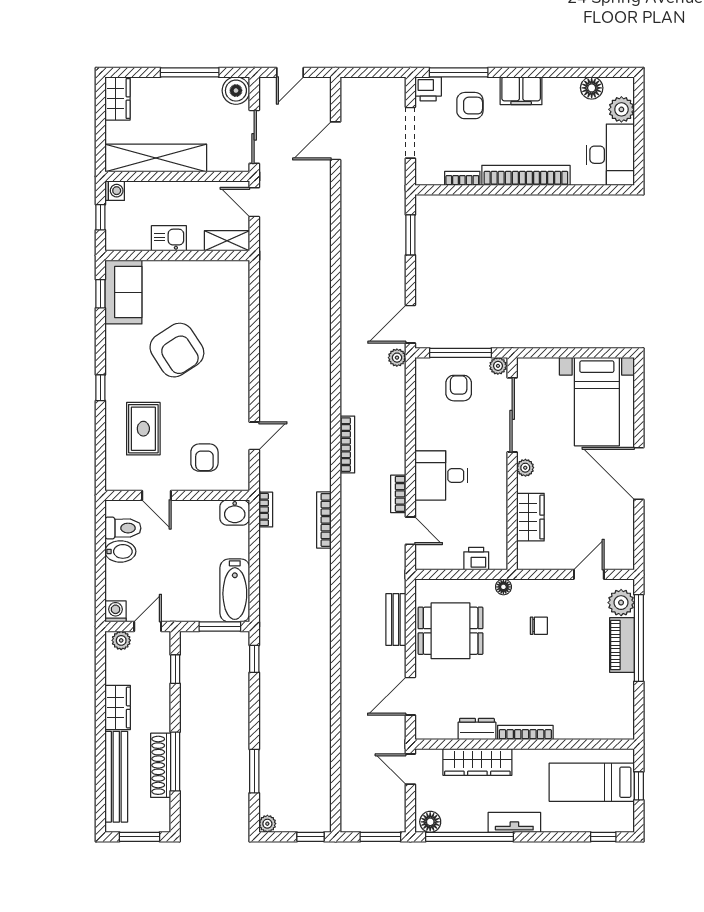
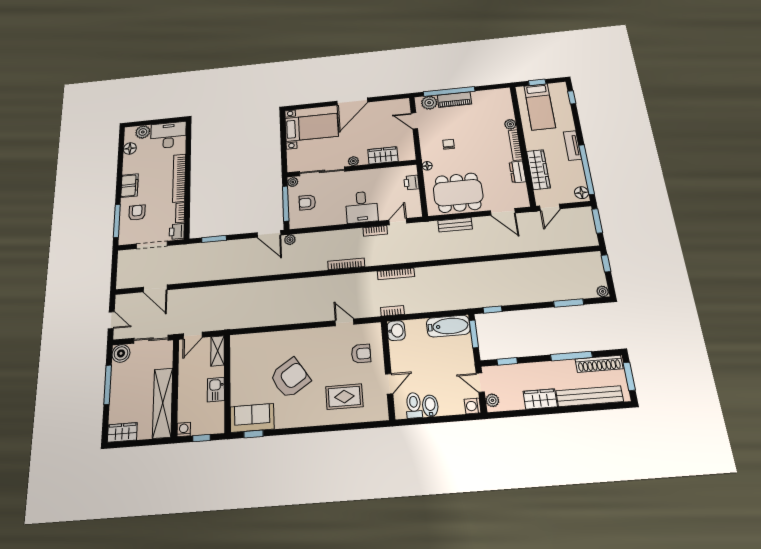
printer: (428, 89) -> (177, 231), moved, turned 180
window: (100, 388) -> (318, 429), removed
dining table: (451, 631) -> (458, 193), width x1.38
plant: (564, 730) -> (510, 124), added
shoe rack: (161, 765) -> (599, 364), moved

